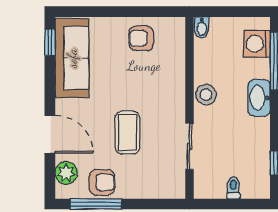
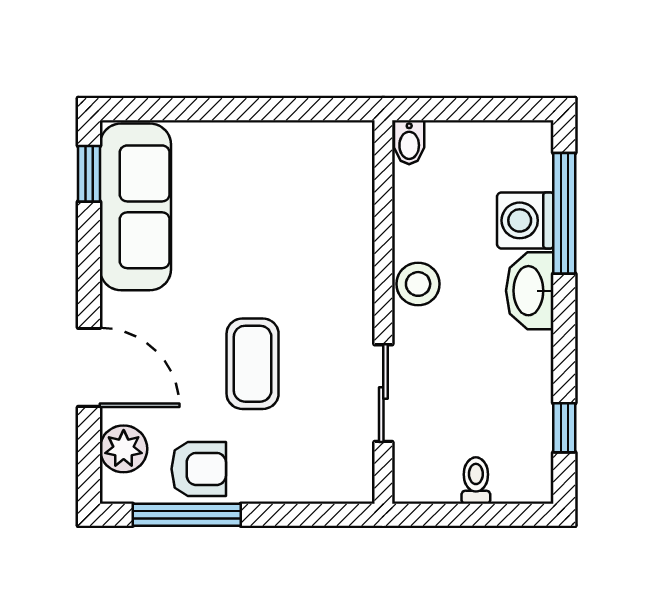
armchair: (141, 38) -> (282, 165), removed
washing machine: (257, 44) -> (525, 220), moved

